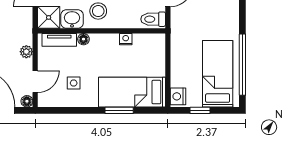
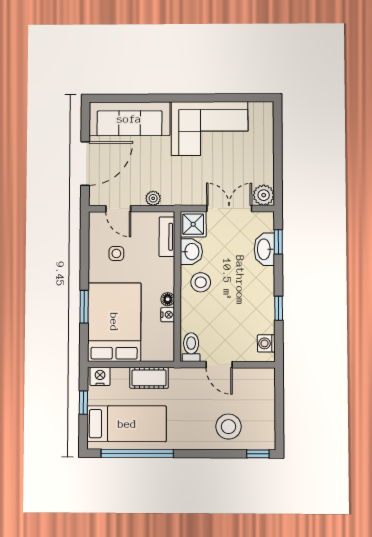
floor lamp: (83, 39) -> (168, 299), moved
cot: (179, 55) -> (149, 378), added
bed: (132, 92) -> (114, 322), width x1.50
floor lamp: (27, 101) -> (95, 199), removed

